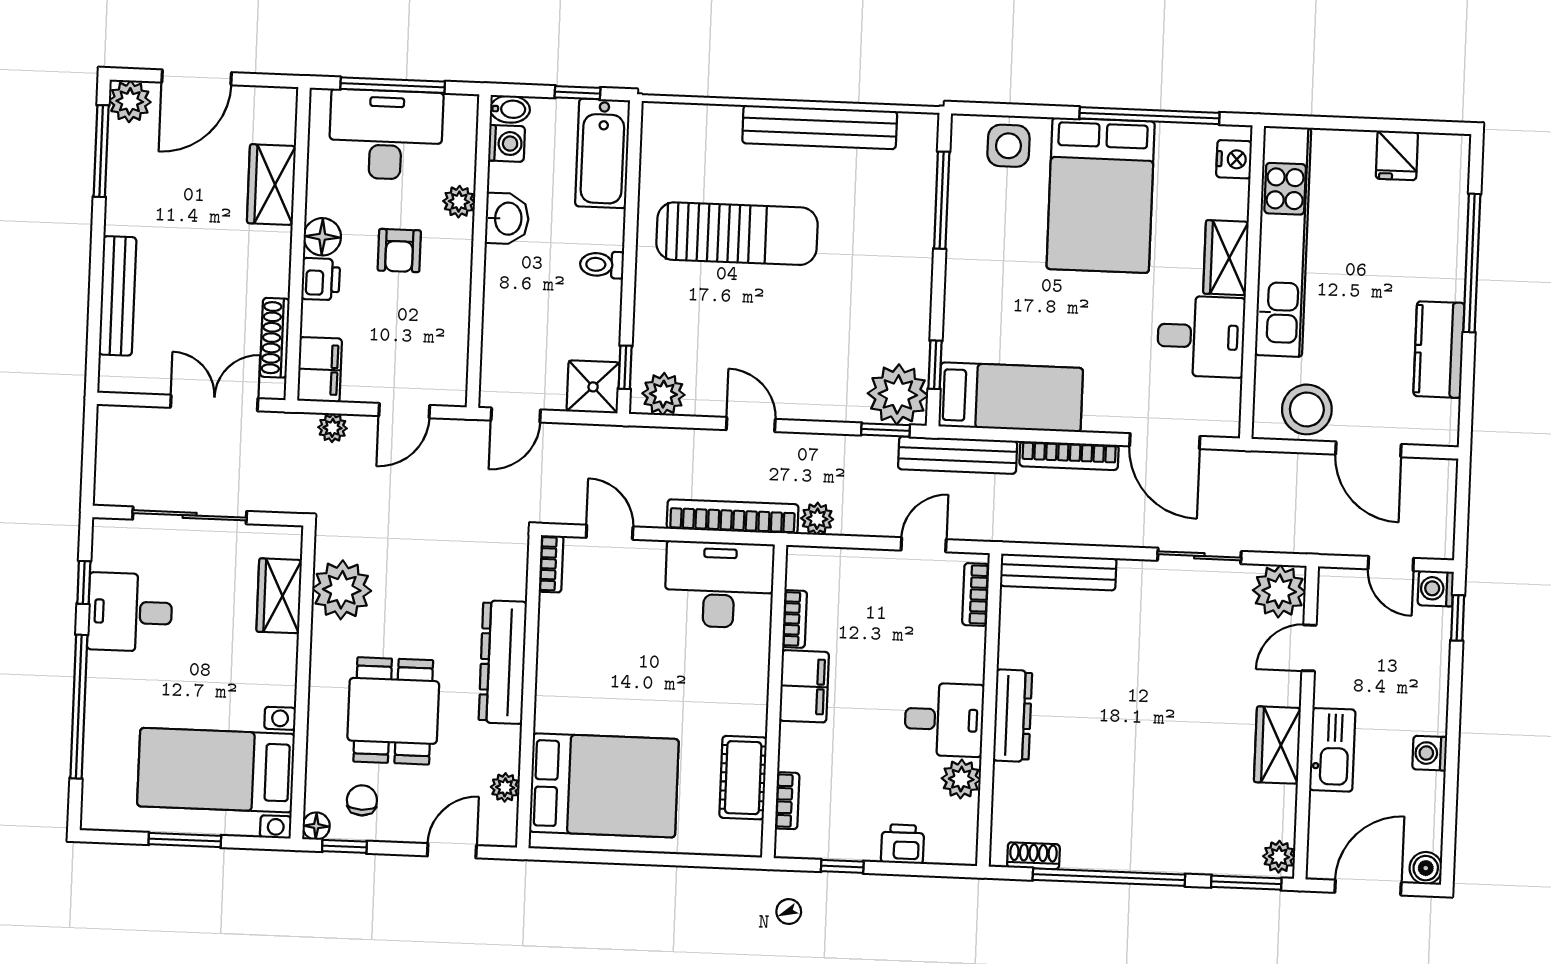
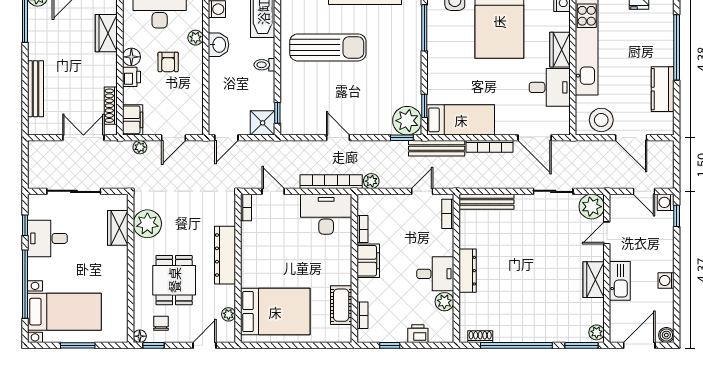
plant: (663, 394) -> (296, 125), removed
bed with nightstands: (216, 770) -> (64, 312), moved, turned 180

